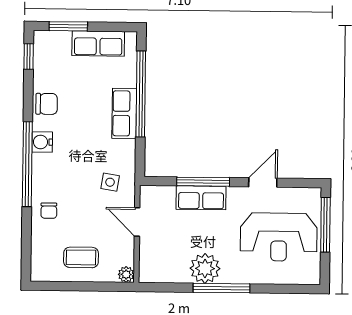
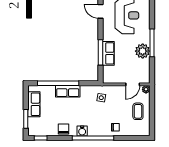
door: (263, 182) -> (100, 11), moved
door: (137, 222) -> (133, 84), moved

